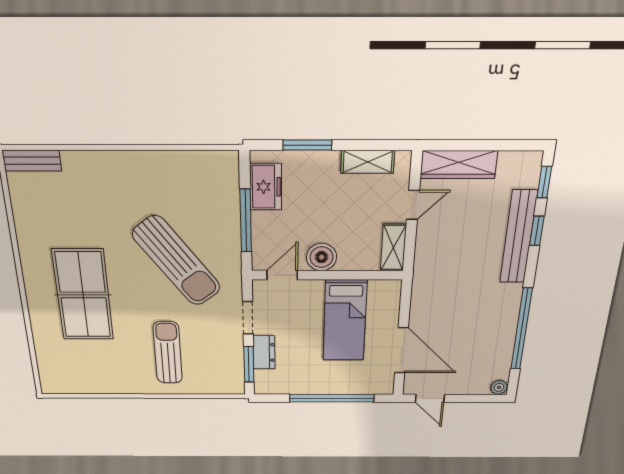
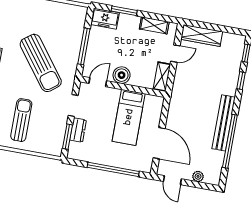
freezer: (266, 187) -> (105, 19), moved, turned 90
bench: (518, 237) -> (224, 123), moved
plant: (499, 387) -> (198, 176), moved

